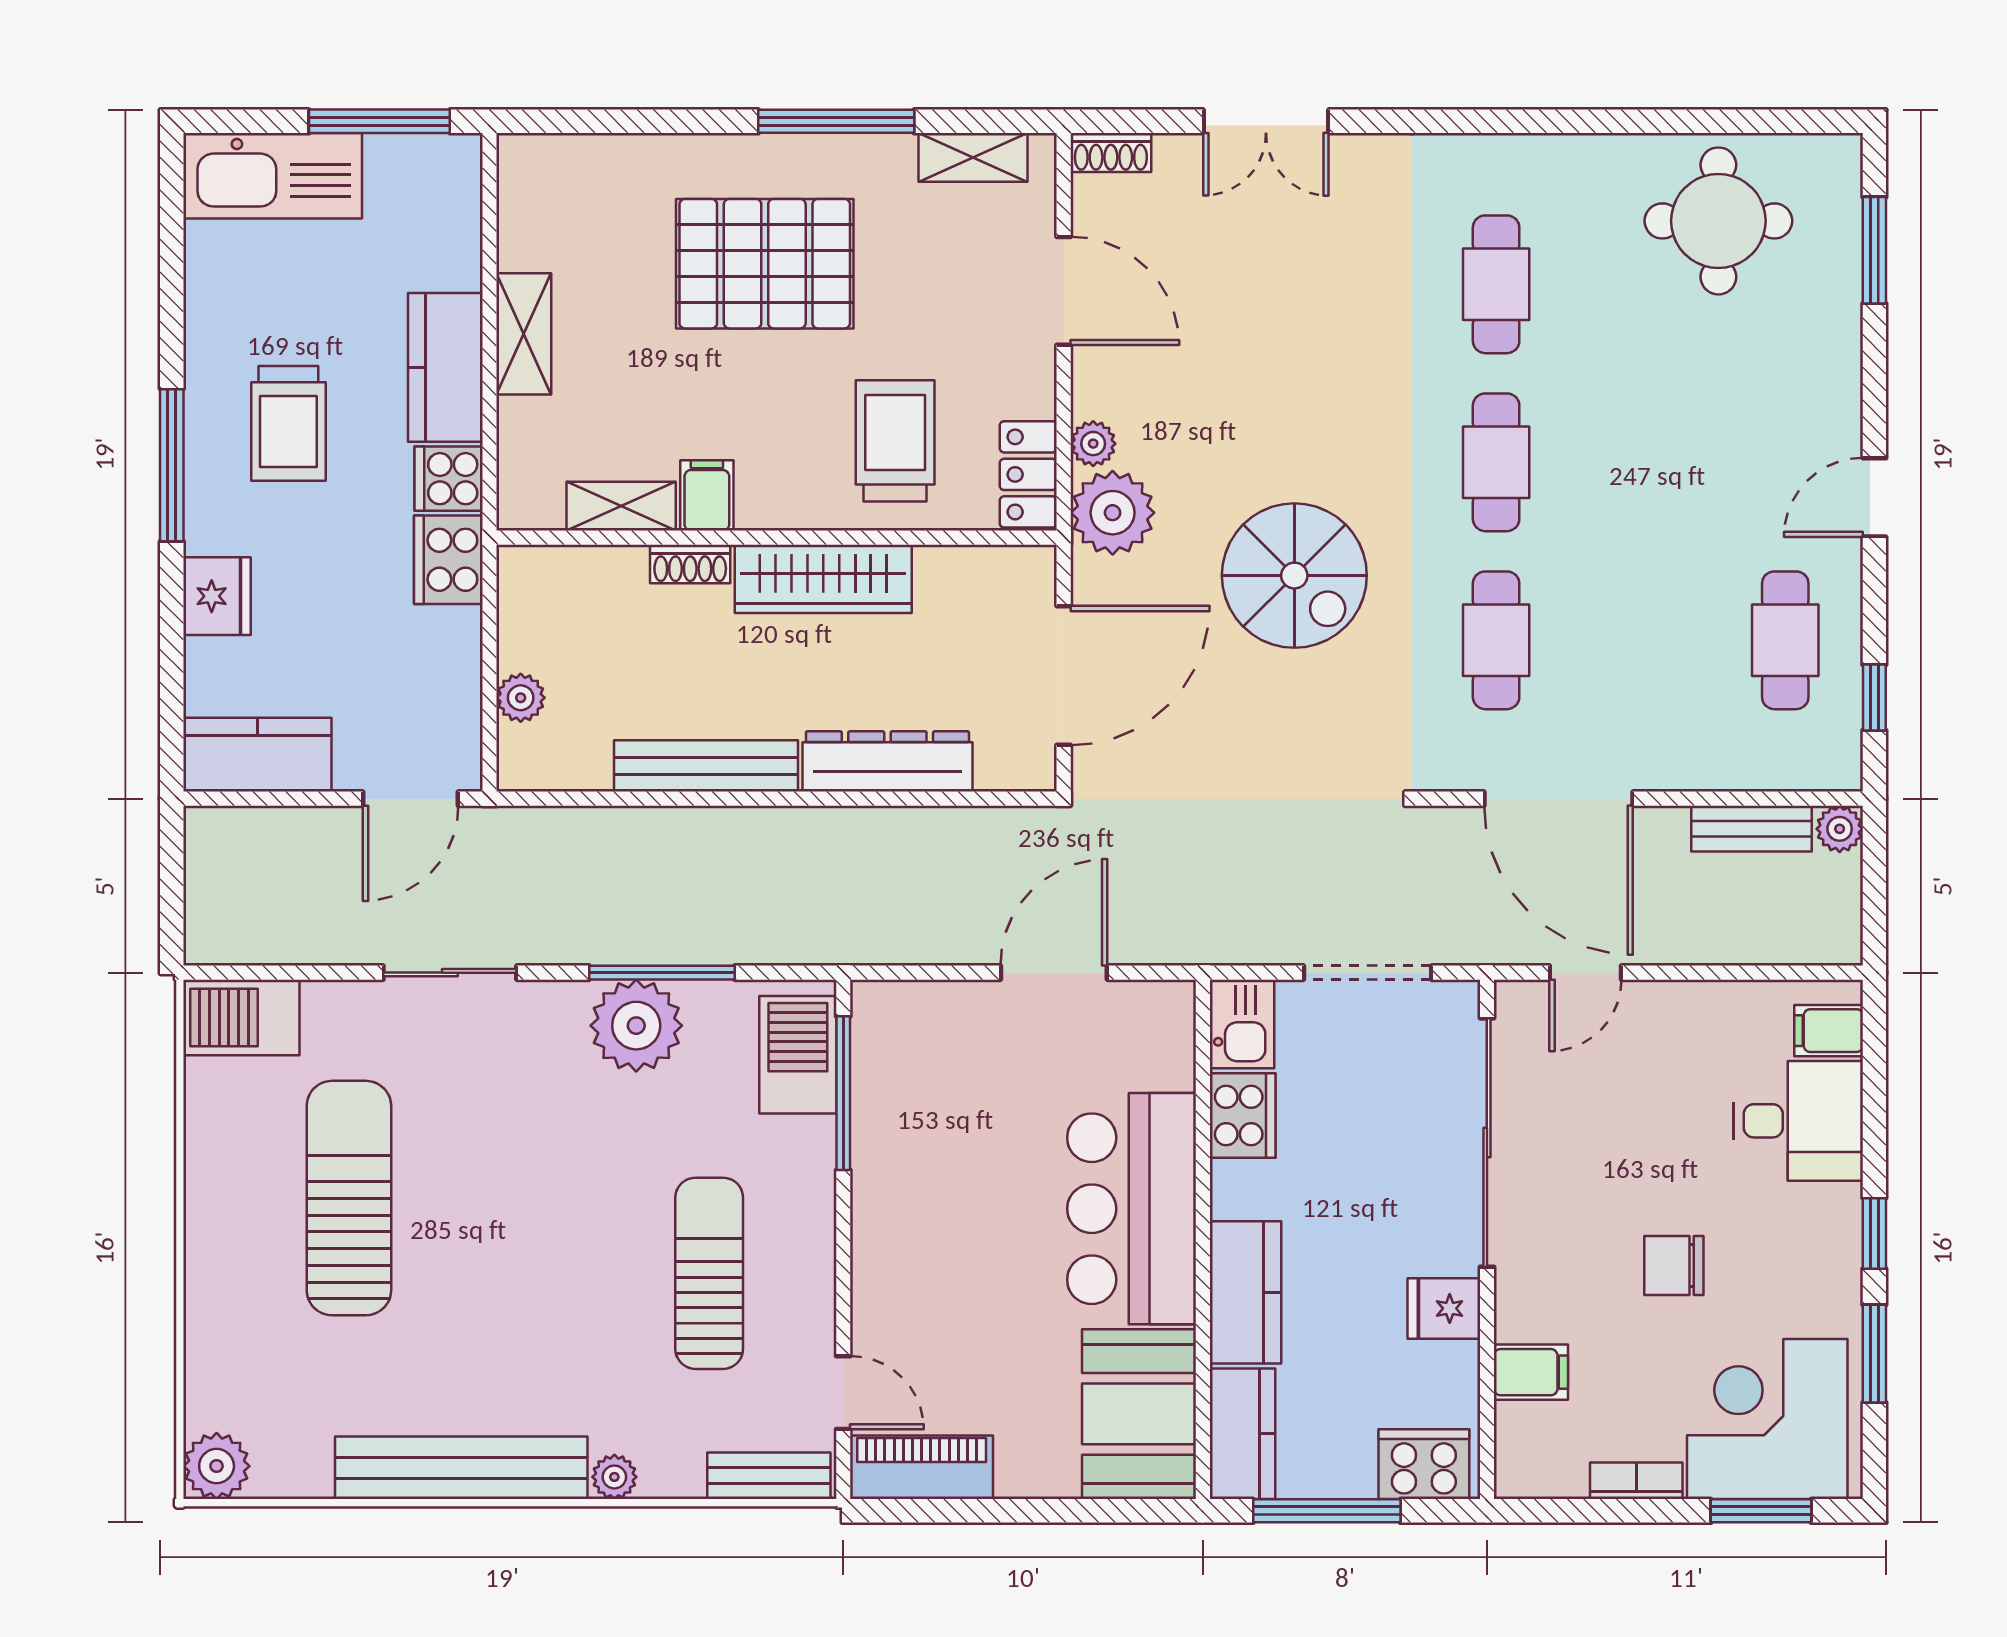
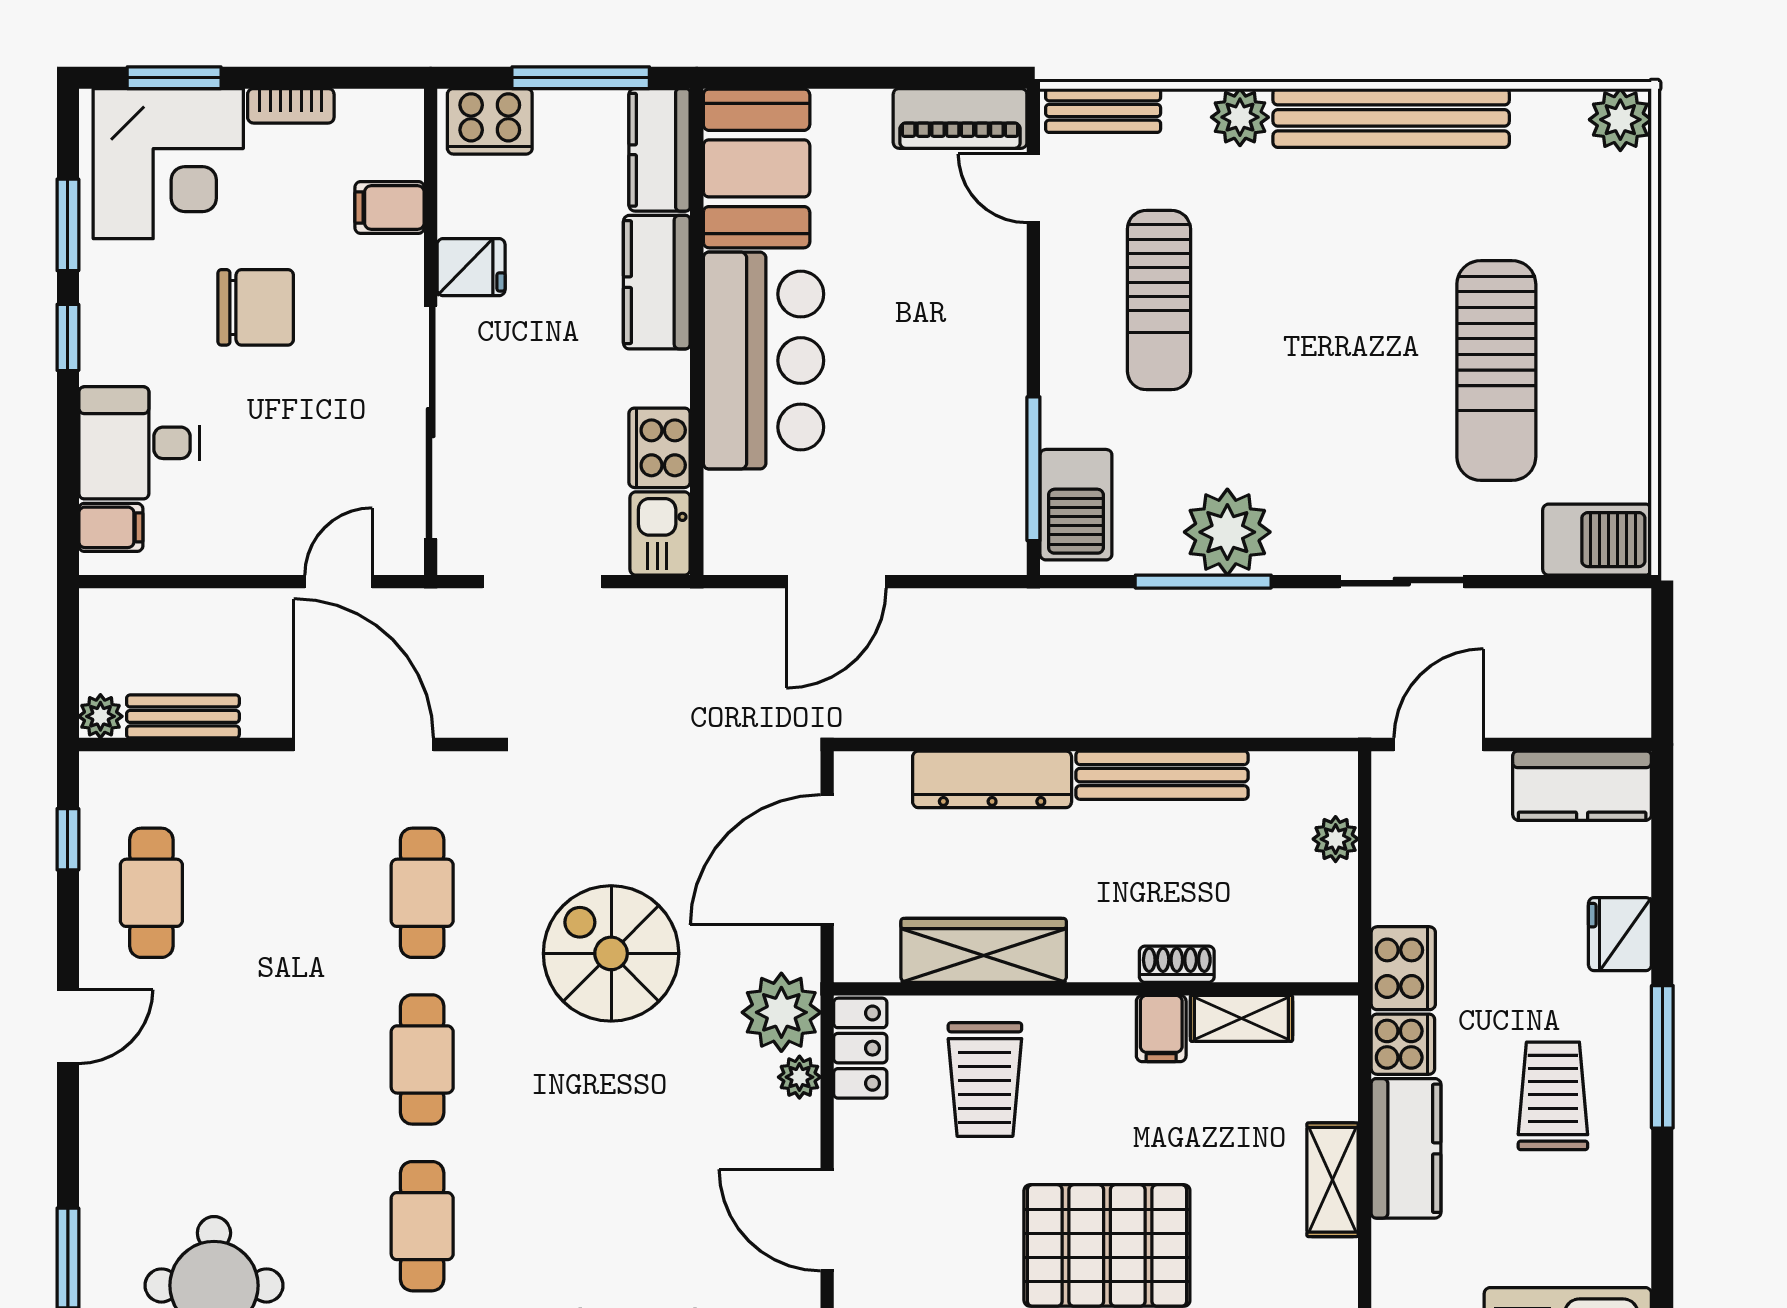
wardrobe: (823, 579) -> (984, 950), moved
chair: (1674, 1265) -> (256, 307), width x1.37, depth x1.37
plant: (614, 1477) -> (1240, 117), width x1.38, depth x1.38

